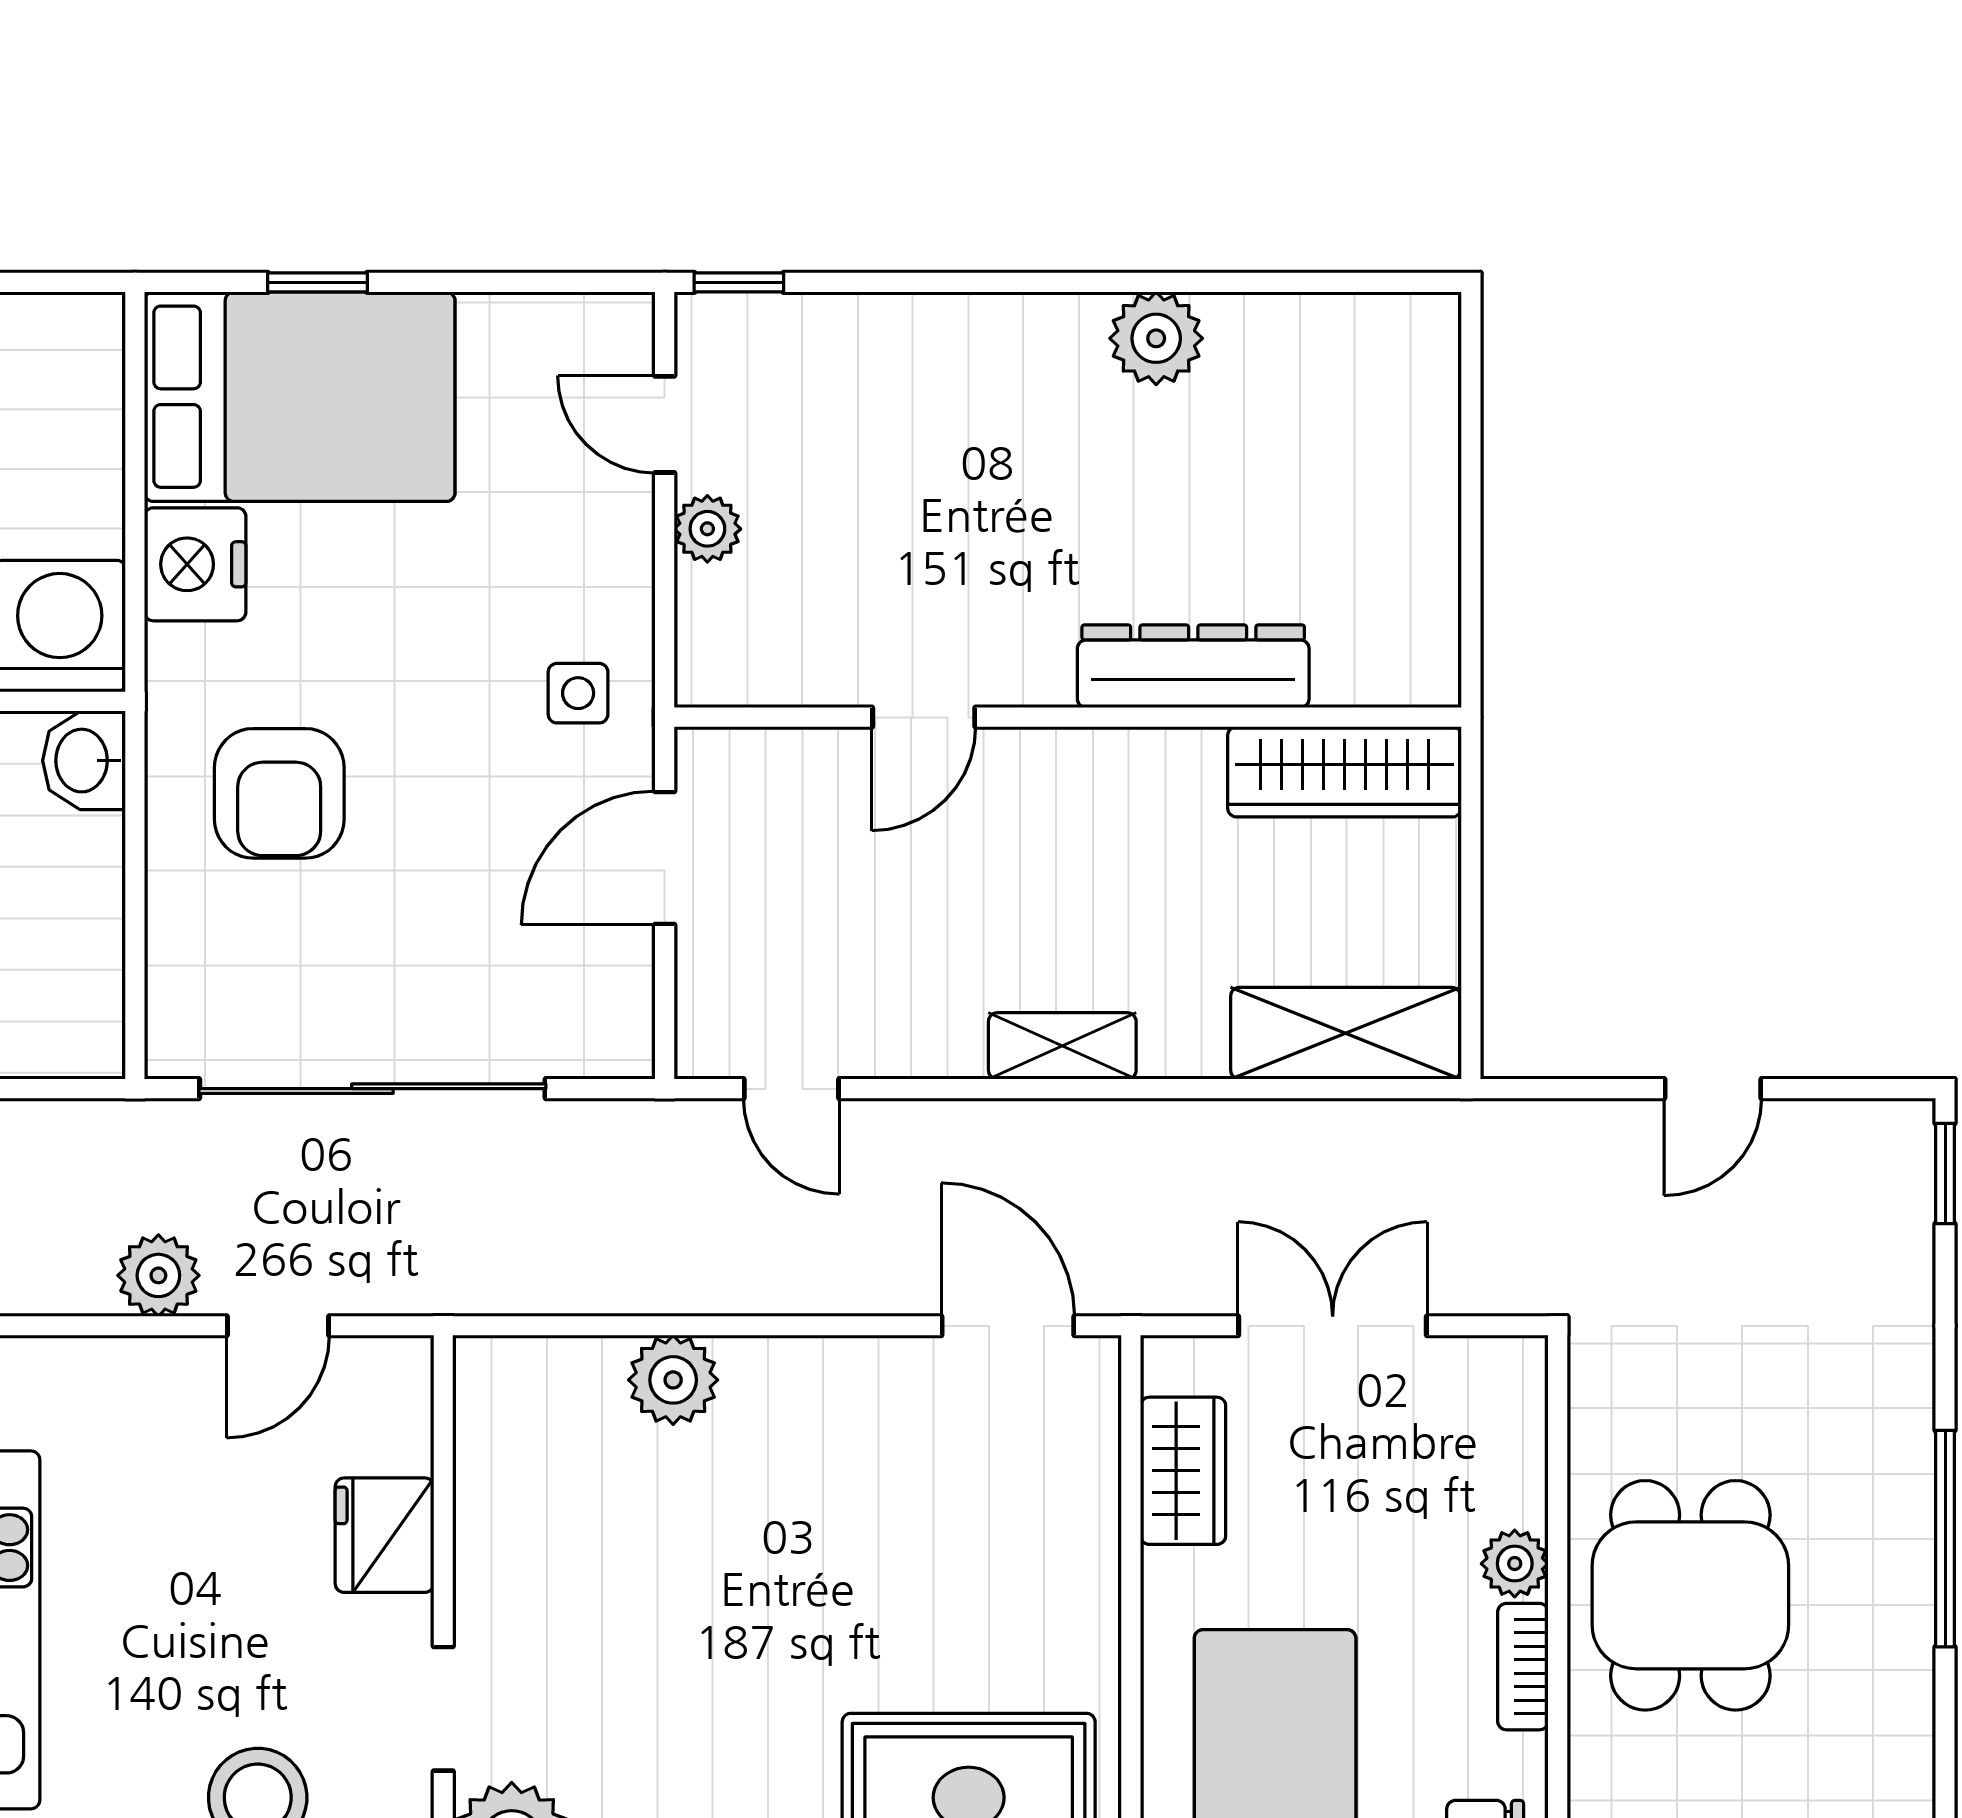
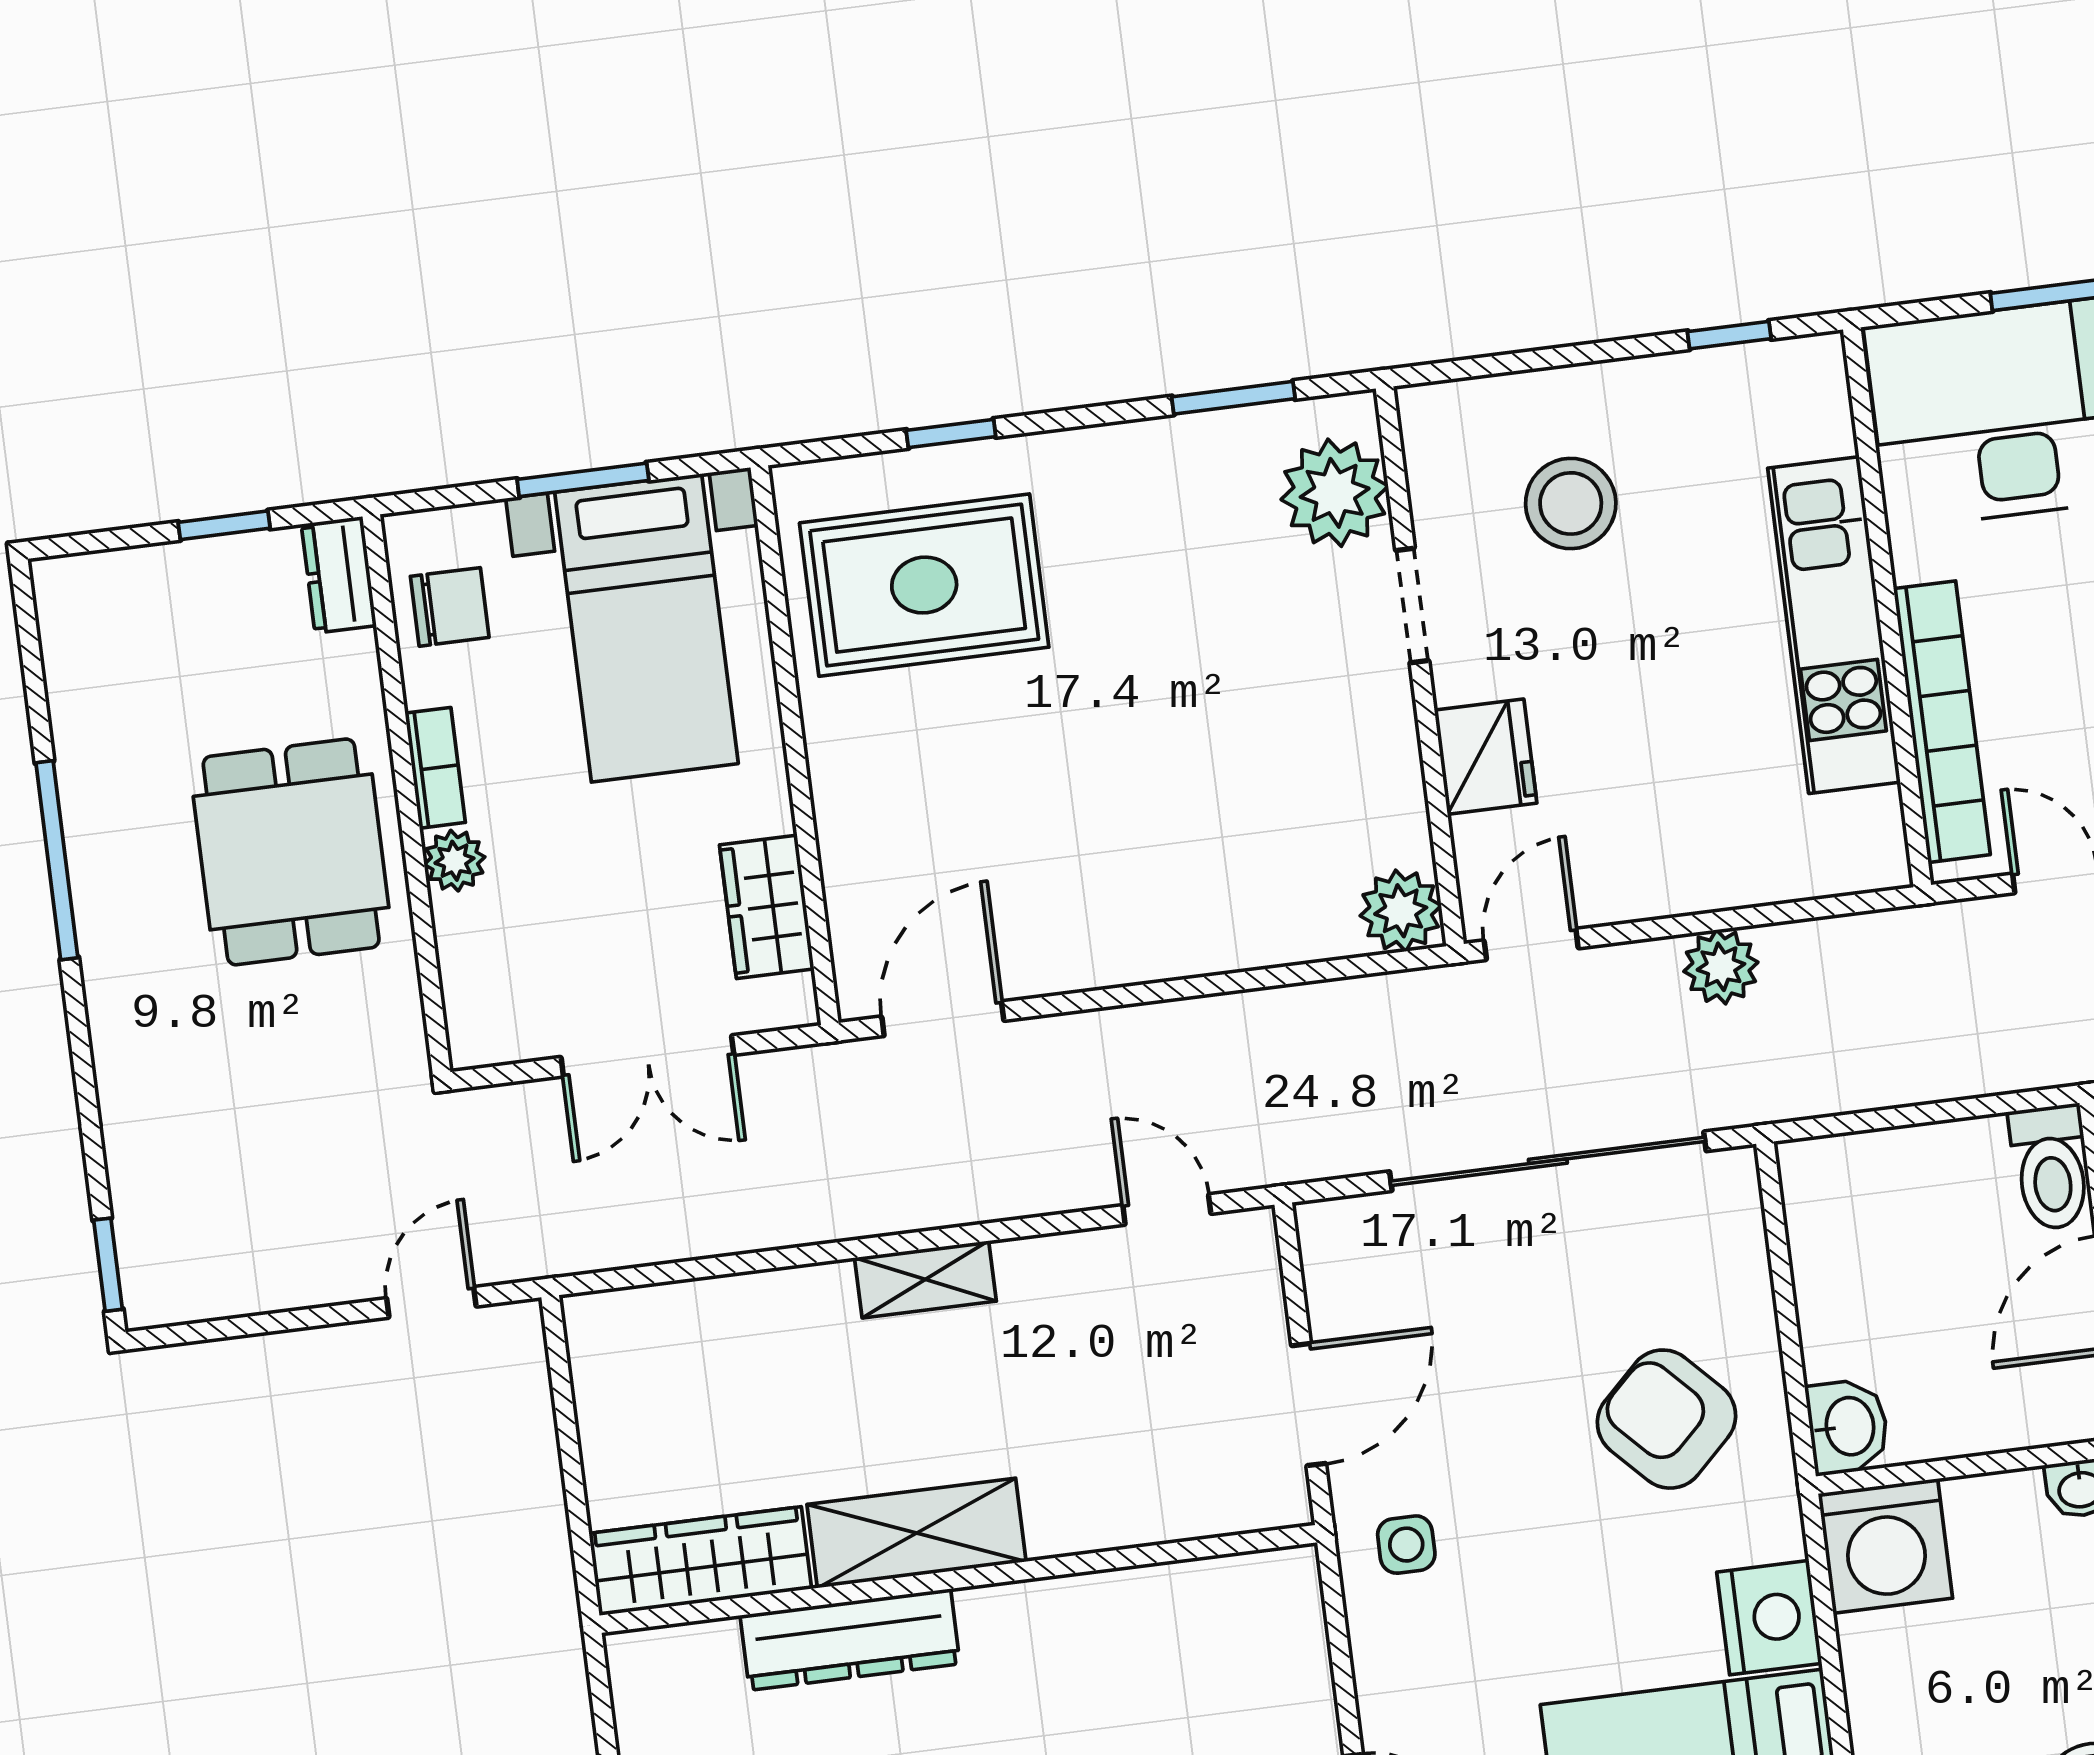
plant: (707, 529) -> (1308, 1709), removed
door: (924, 717) -> (1089, 1562), removed
armchair: (279, 793) -> (1666, 1419), turned -44
shelving: (1345, 1033) -> (917, 1533), moved
door: (1713, 1089) -> (431, 1302), moved
door: (278, 1326) -> (1531, 944), moved
door: (1008, 1326) -> (943, 1019), swing flipped
plant: (673, 1380) -> (1401, 911), moved
window: (1945, 1539) -> (57, 860), moved

